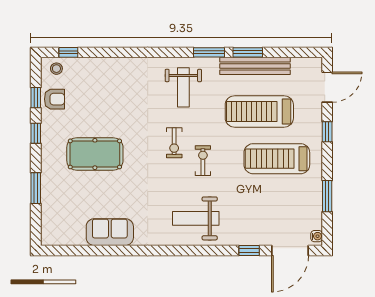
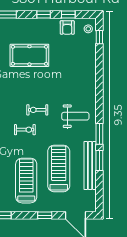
weight bench: (183, 87) -> (75, 116), turned 180
pool table: (95, 154) -> (29, 55), turned 90

